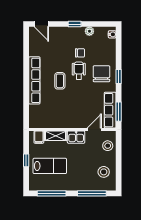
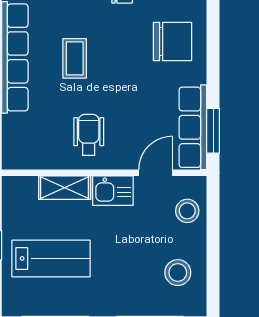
wheelchair: (79, 71) -> (89, 135), moved
chair: (101, 74) -> (173, 42), turned 90
window: (119, 77) -> (213, 48), removed
filing cabinet: (39, 137) -> (25, 191), removed

